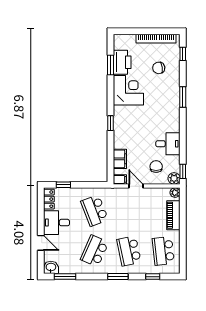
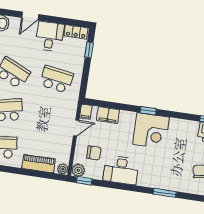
corner desk: (128, 90) -> (151, 131), moved
desk: (168, 144) -> (121, 170), width x1.37
school desk: (95, 210) -> (56, 79), turned 30

